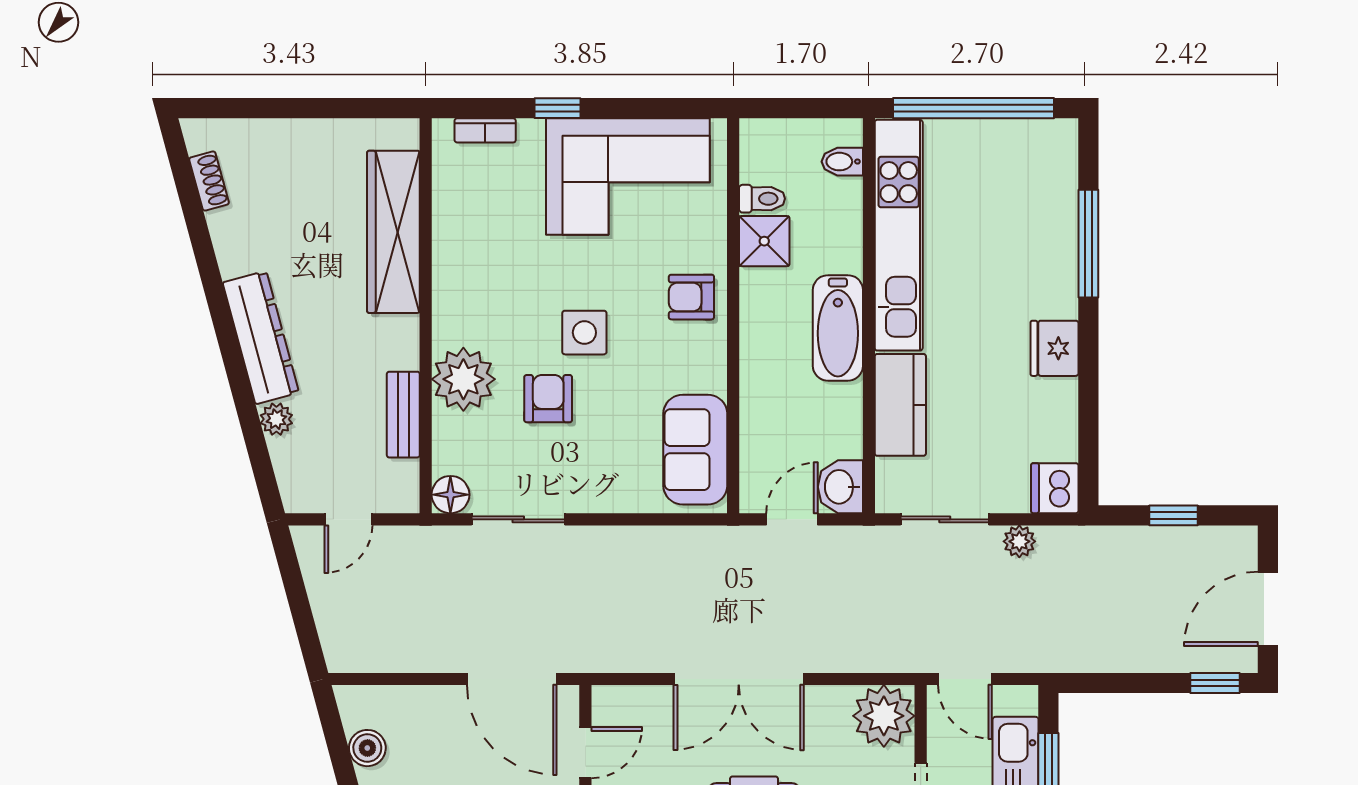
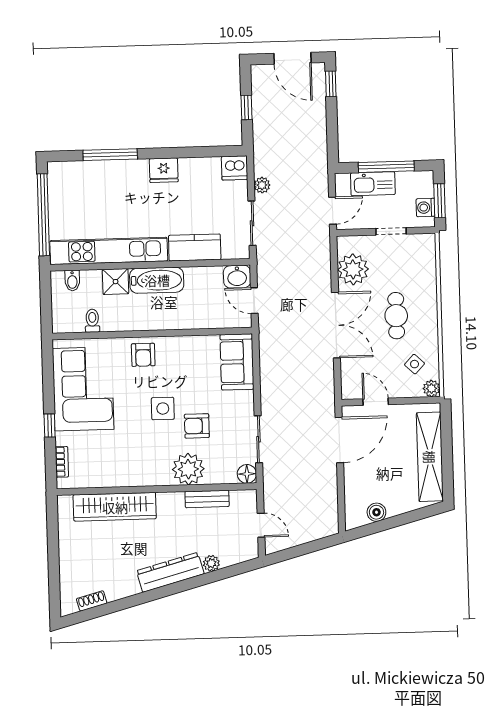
shower: (764, 241) -> (116, 282), moved
sofa: (695, 450) -> (237, 362), moved, turned 90
plant: (884, 716) -> (353, 269), moved

